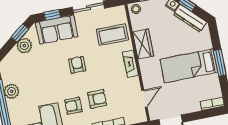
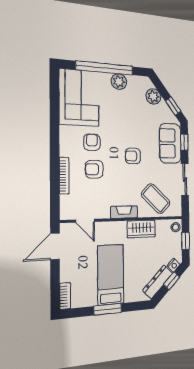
coffee table: (112, 35) -> (156, 199), turned -46
plant: (24, 46) -> (153, 96), moved
armchair: (77, 65) -> (133, 156), turned 180
armchair: (97, 99) -> (94, 169), turned 90

